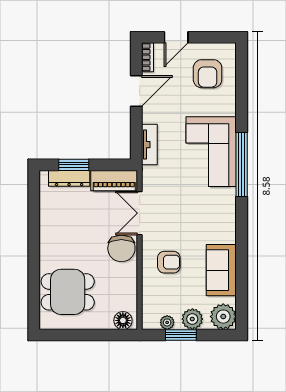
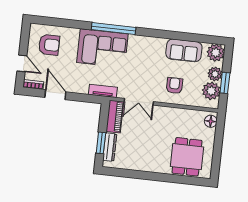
tv unit: (149, 145) -> (103, 91), moved
chair: (121, 248) -> (161, 117), removed
plant: (167, 322) -> (211, 91), width x1.88, depth x1.88

